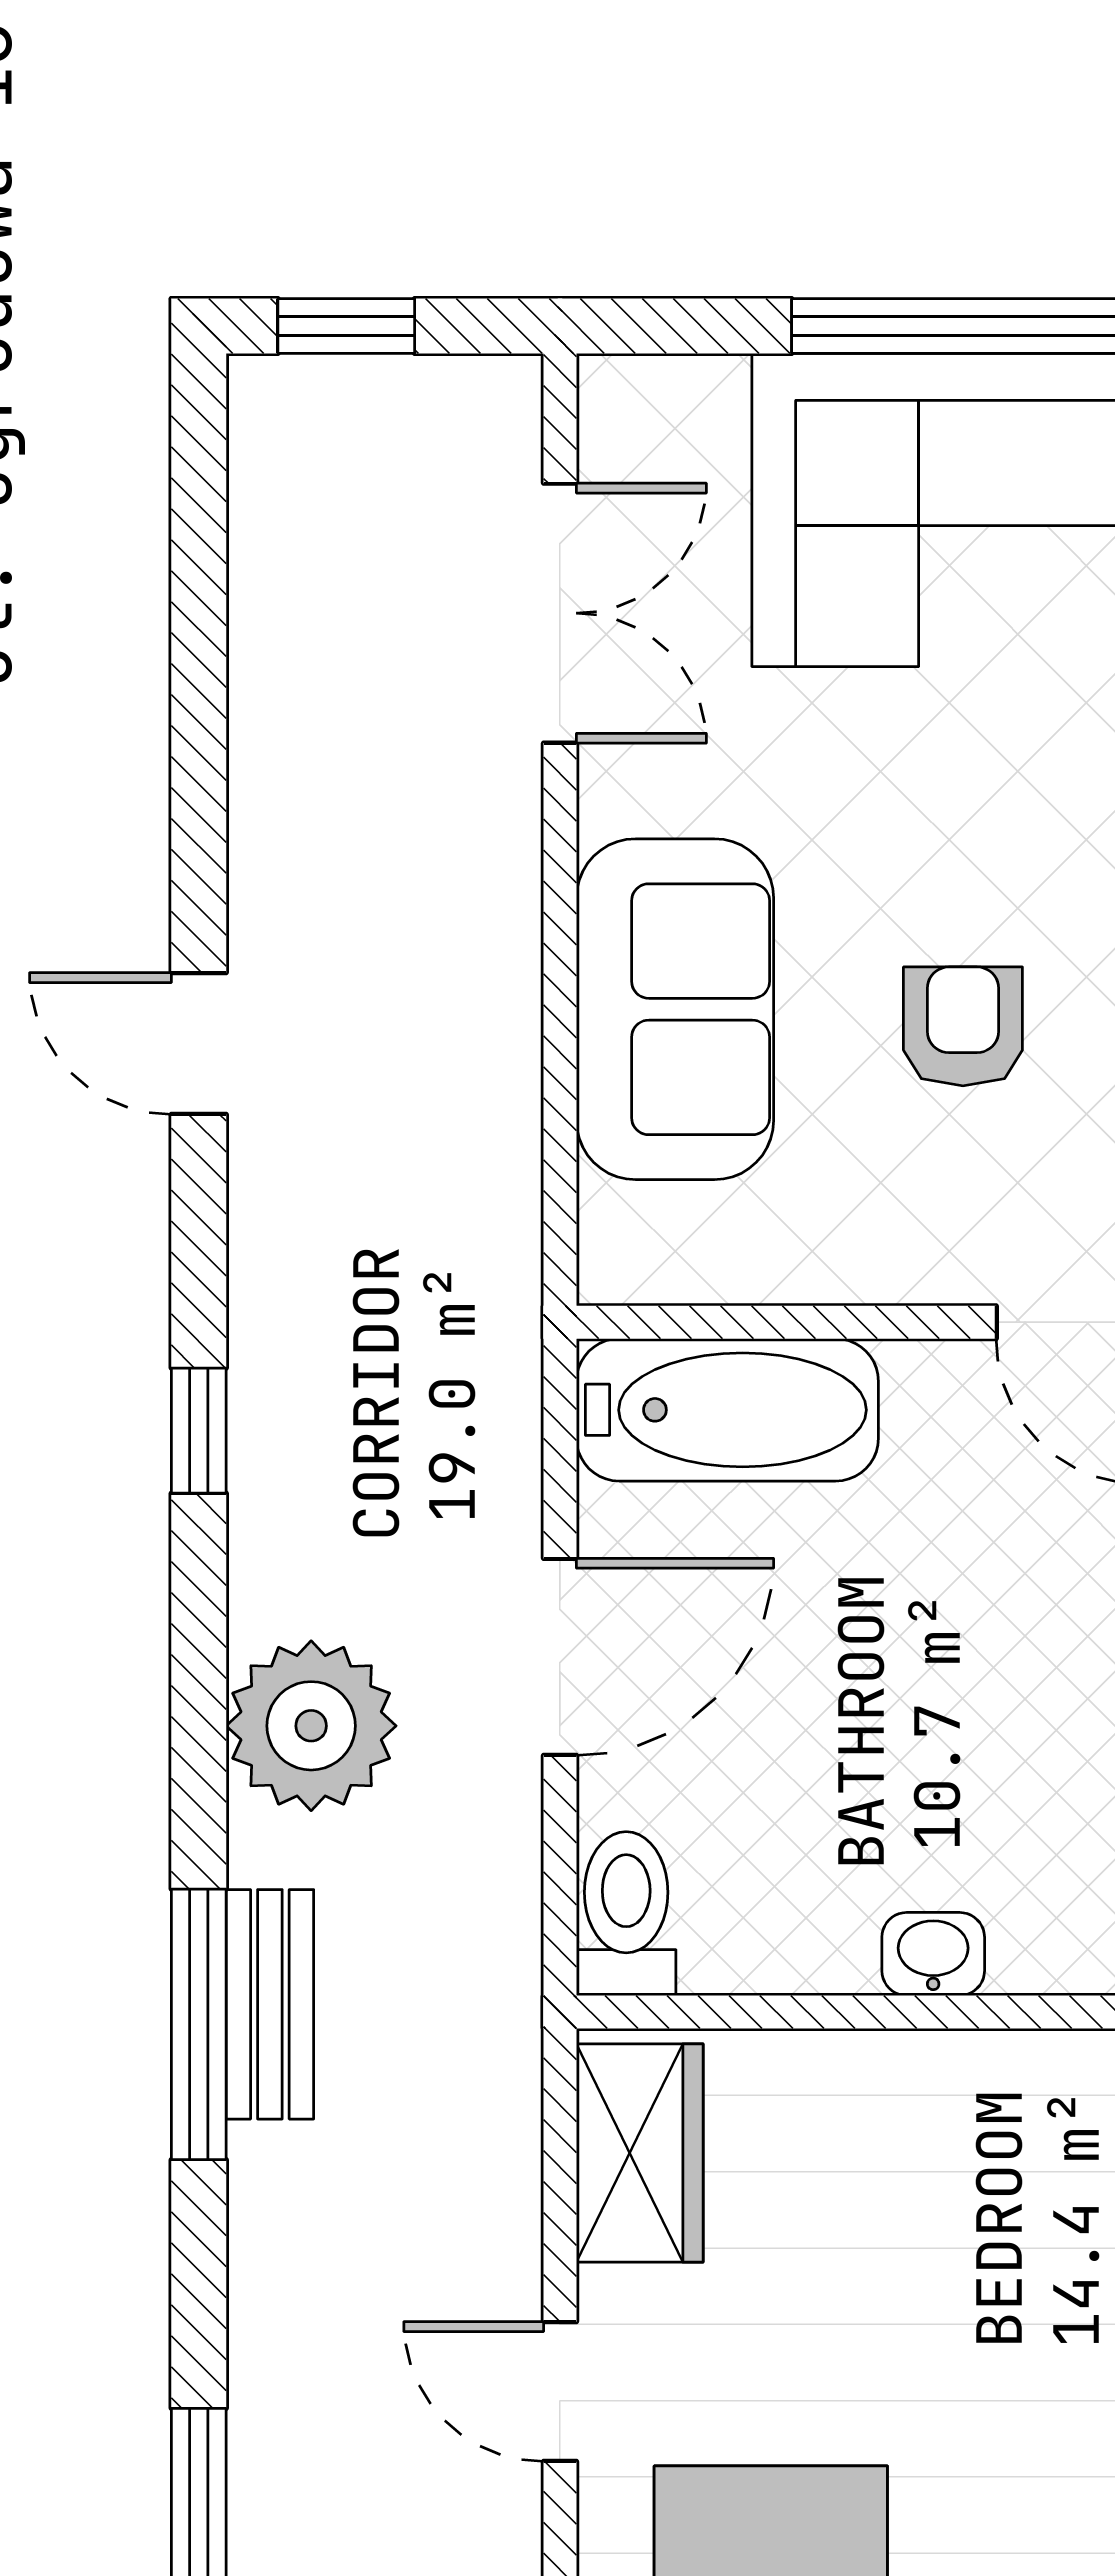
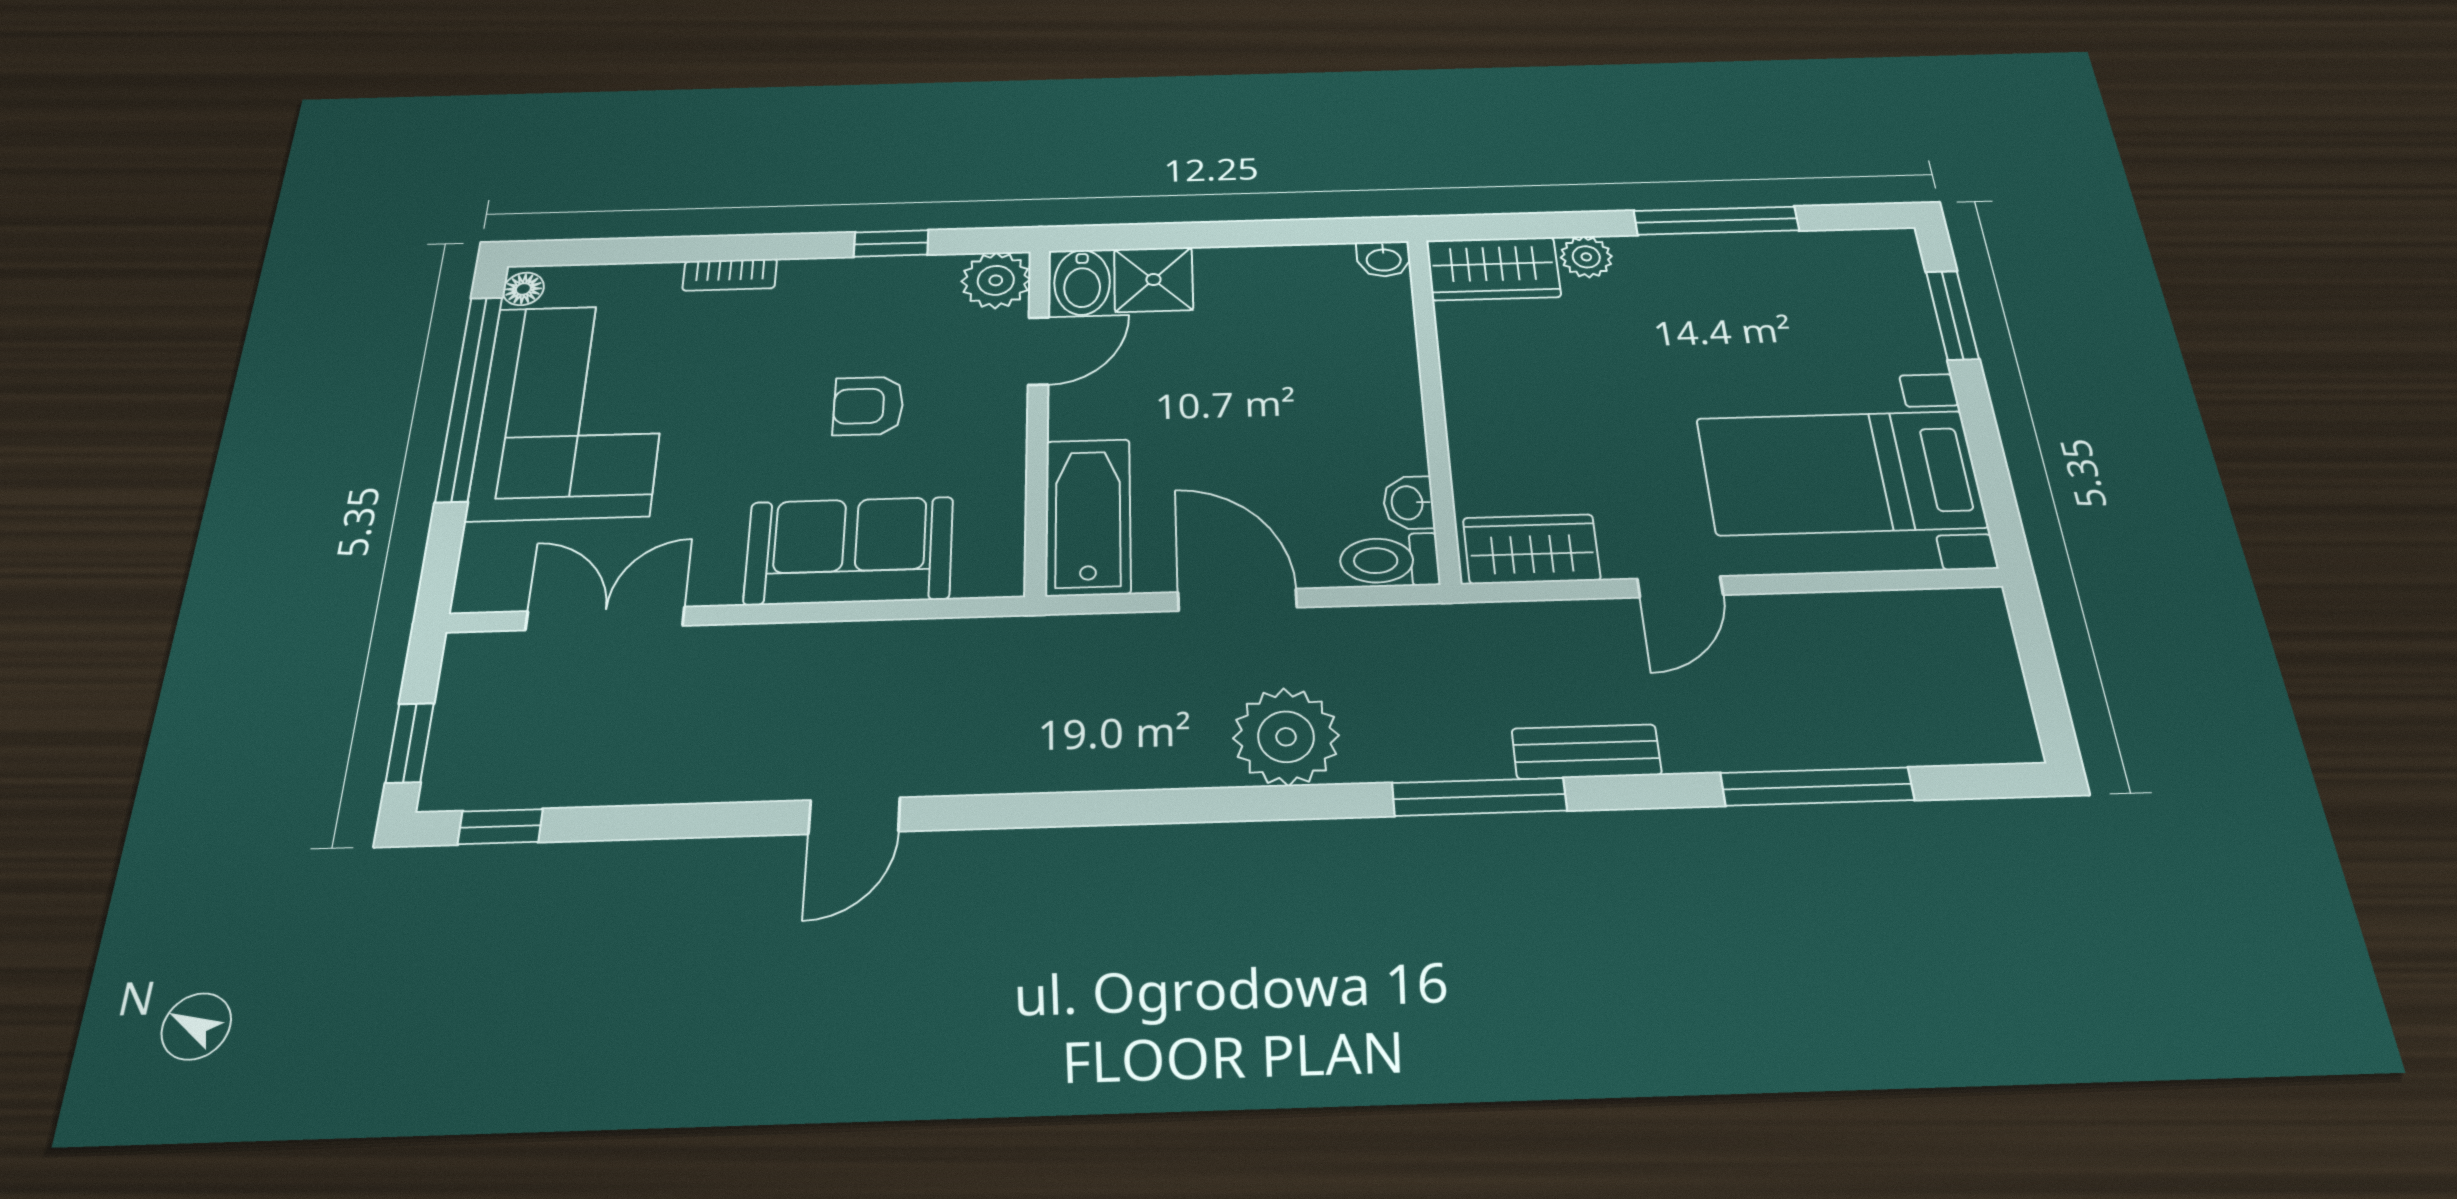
window: (199, 1431) -> (500, 827), moved
washbasin: (933, 1954) -> (1409, 503), moved
bench: (270, 2004) -> (1586, 752), moved

